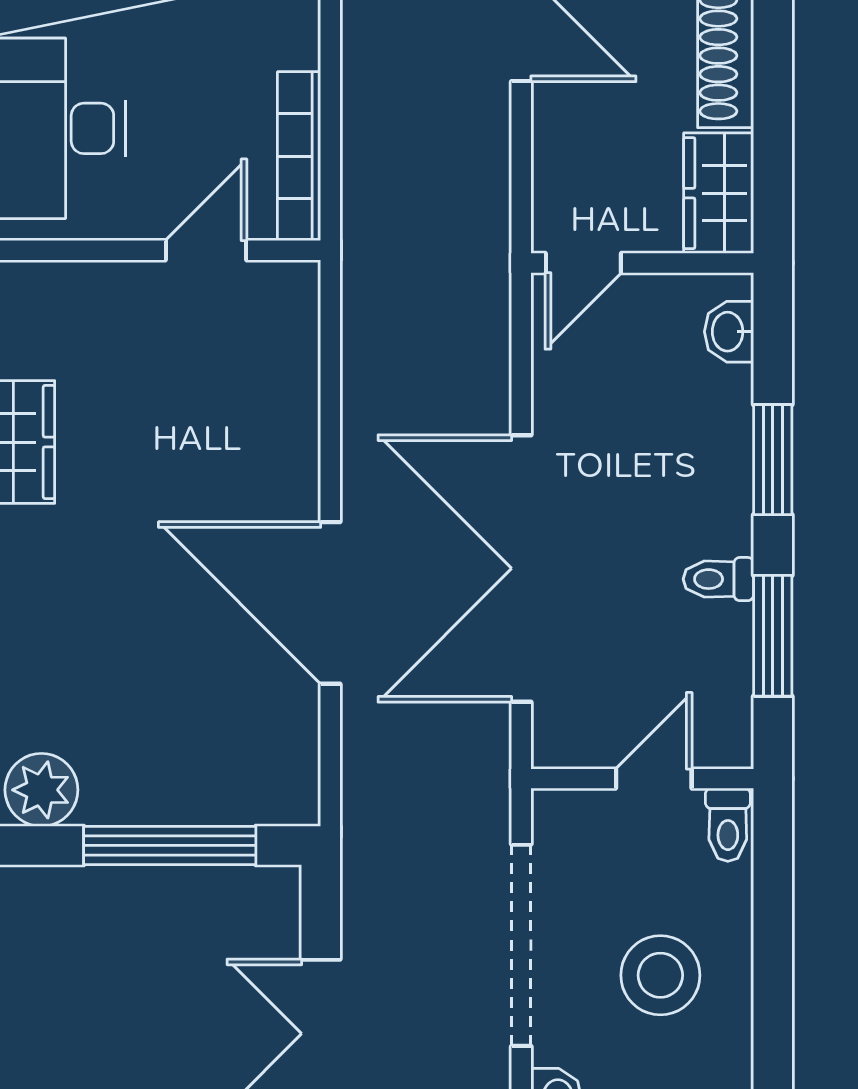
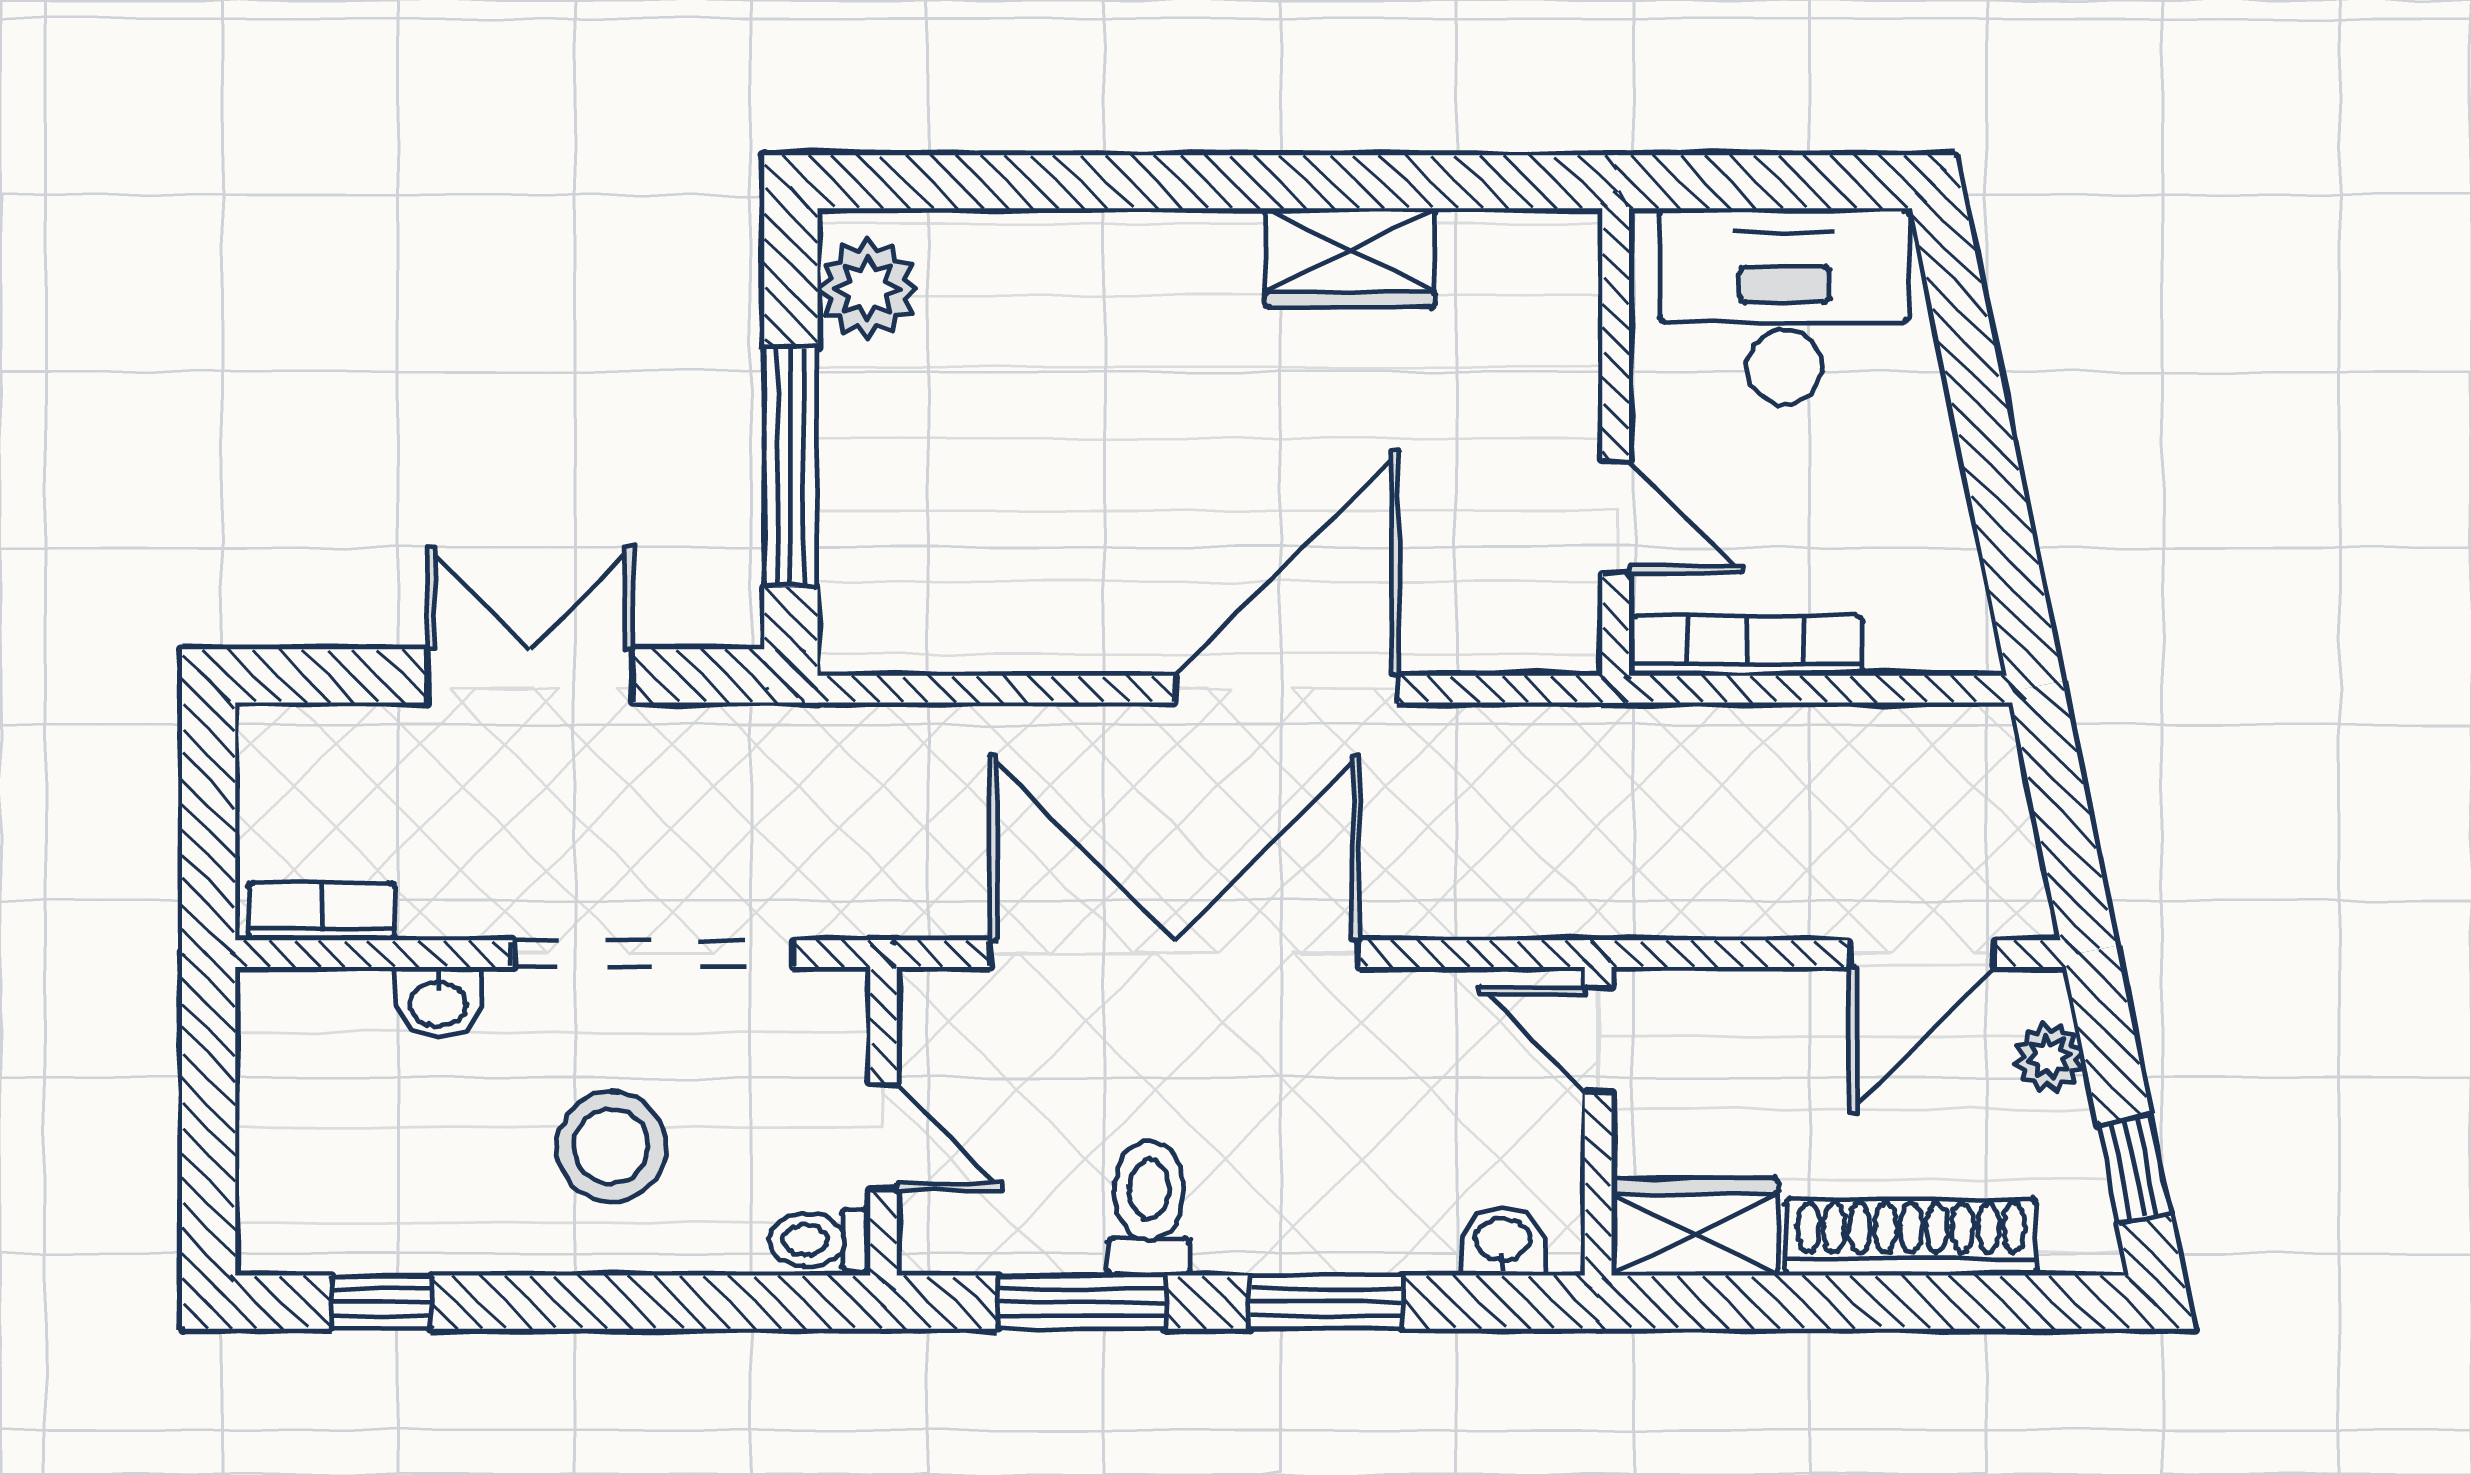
toilet: (718, 579) -> (1149, 1208), width x1.37, depth x1.39
door: (330, 603) -> (1287, 689), moved

